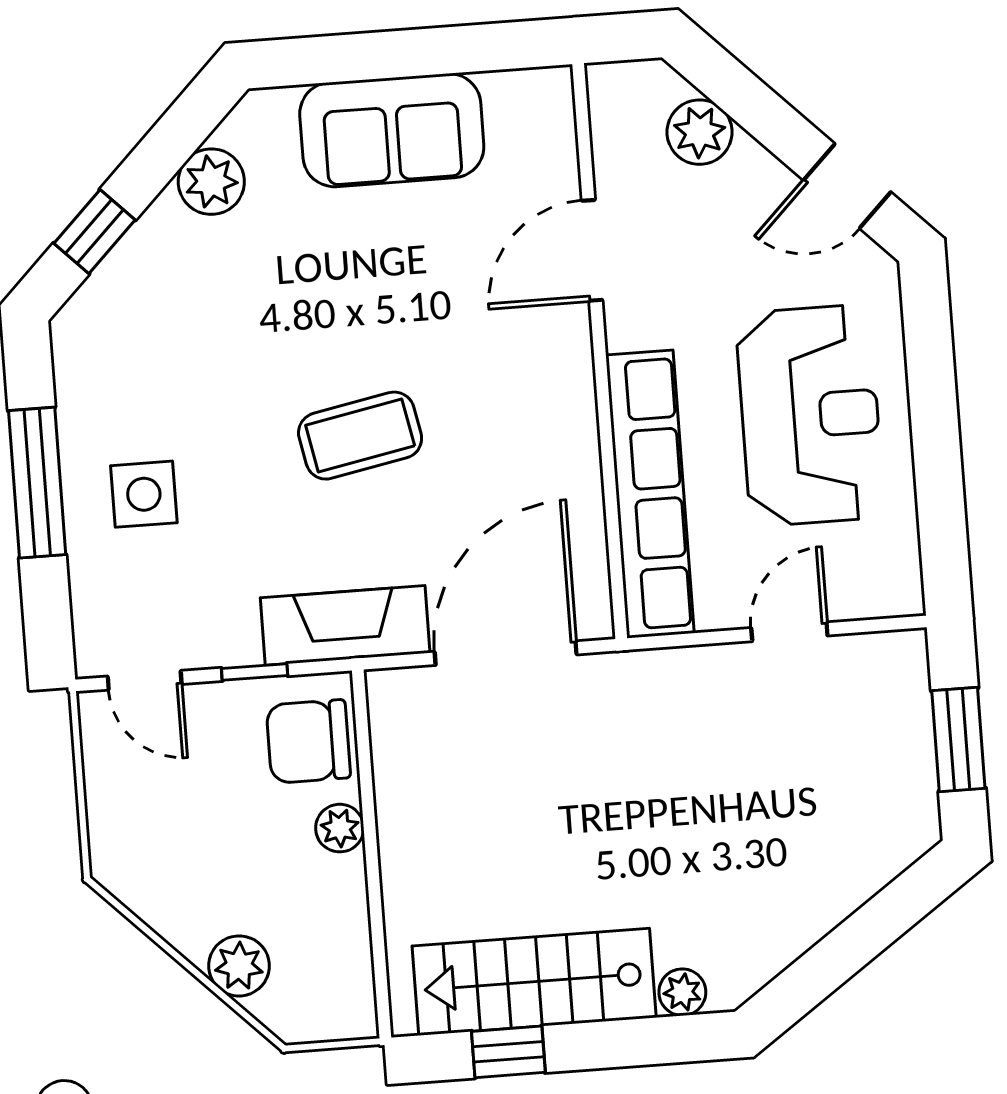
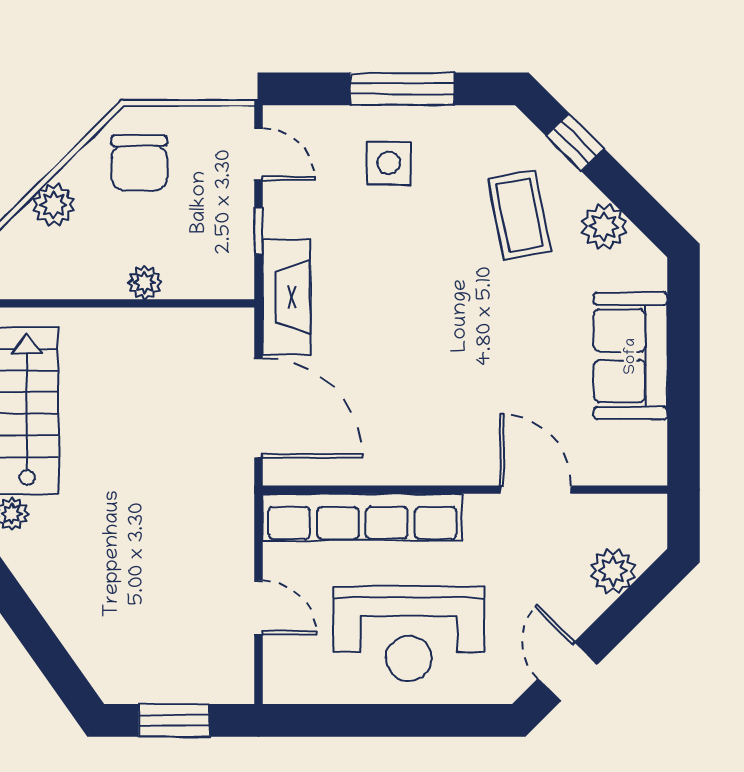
coffee table: (360, 436) -> (519, 215), moved
door: (145, 680) -> (258, 154), swing flipped
chair: (308, 741) -> (139, 163), moved, turned 180

